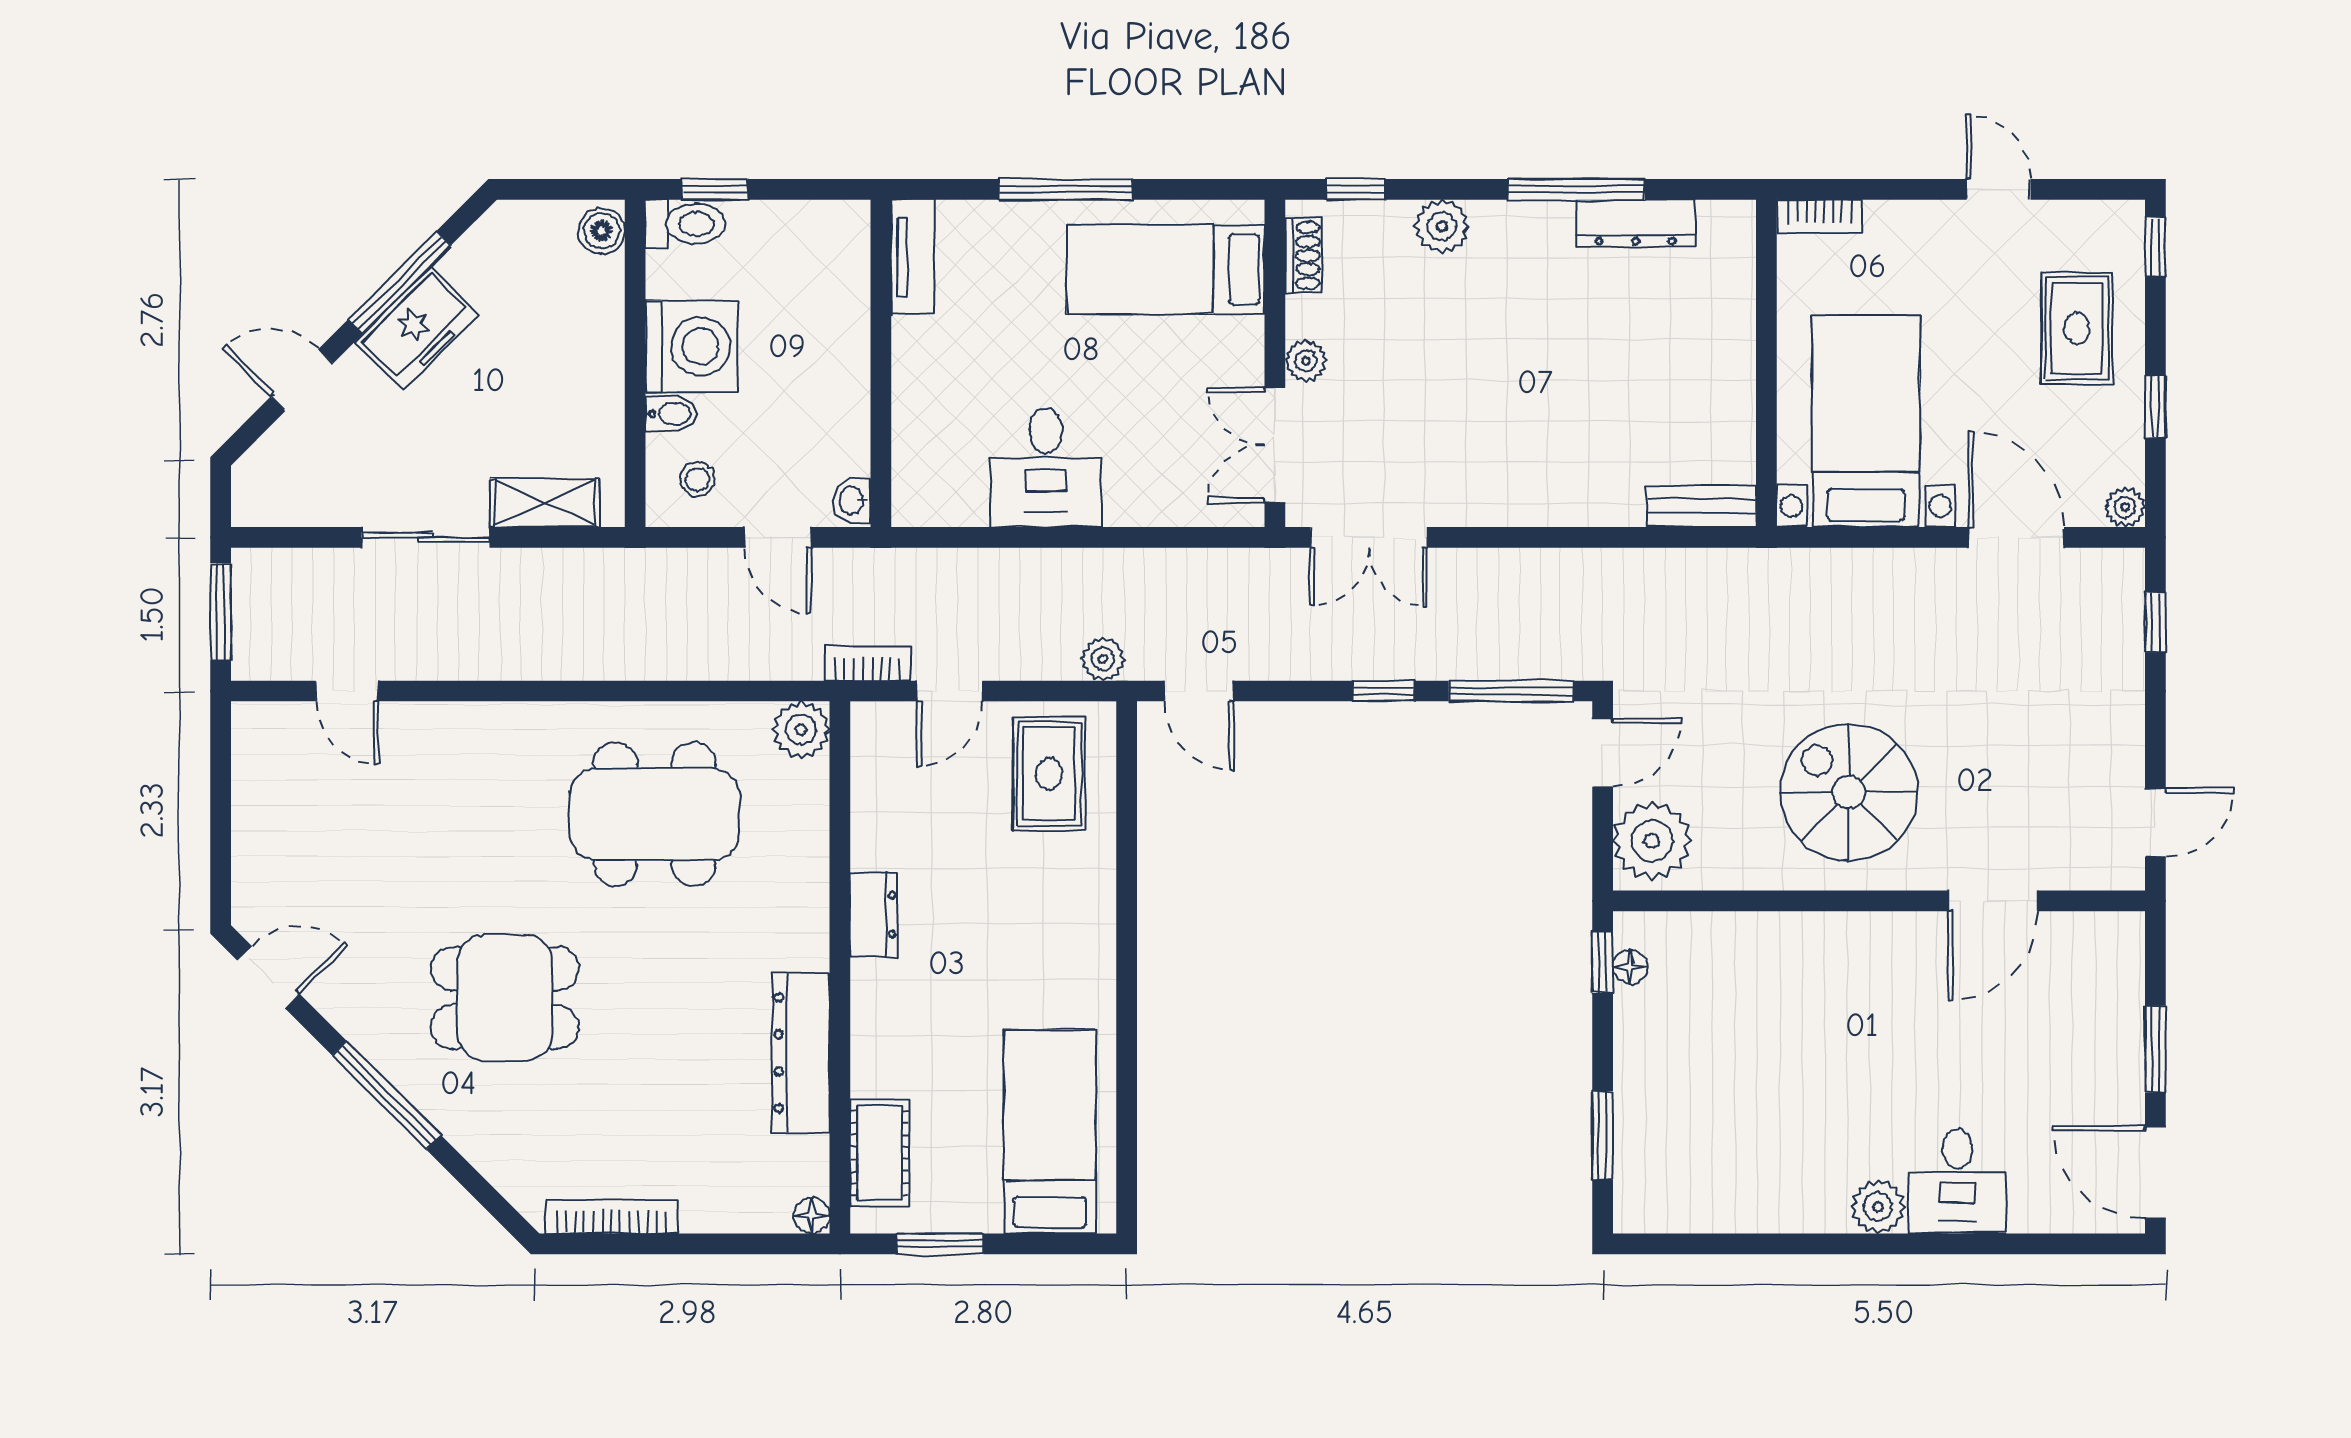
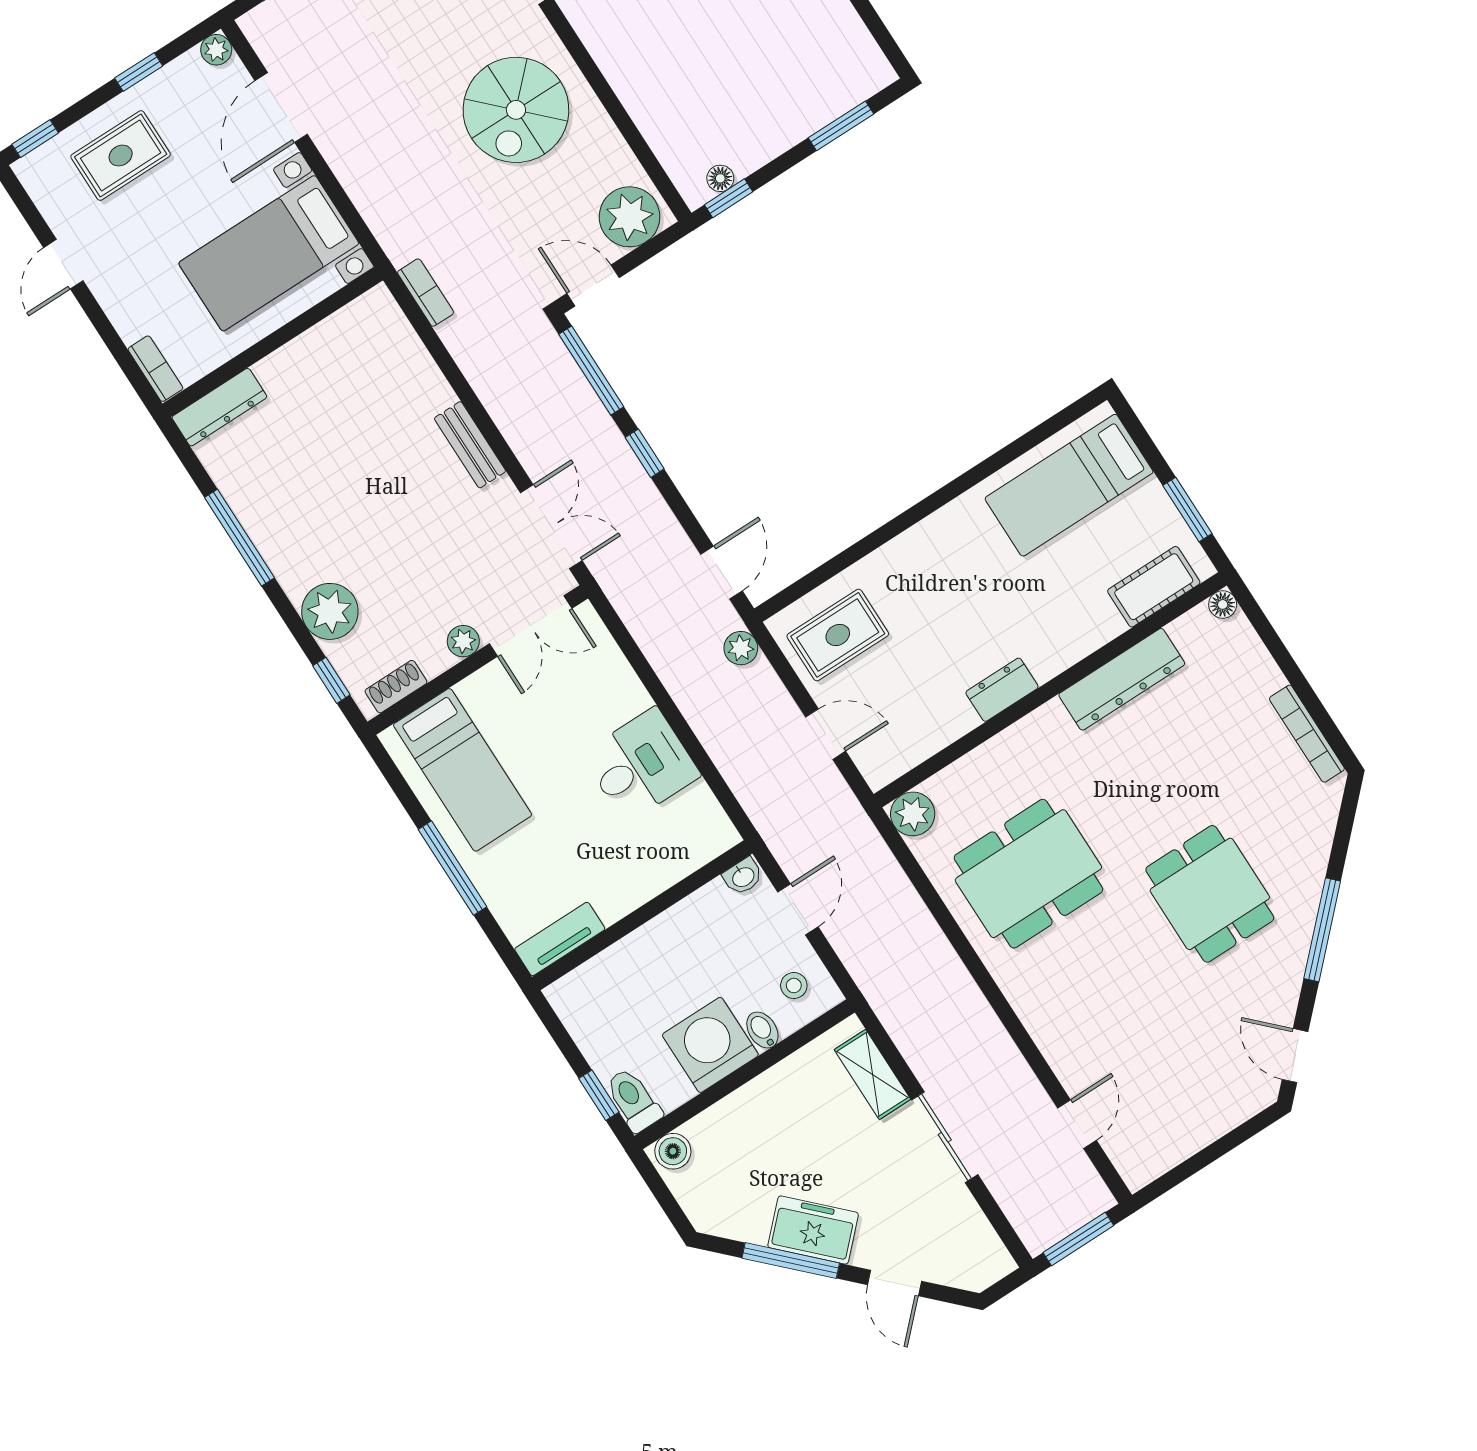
dresser: (1636, 223) -> (219, 407), moved, turned 90
plant: (1442, 226) -> (330, 611), width x1.36, depth x1.36
bench: (1701, 506) -> (470, 445), moved
bookcase: (868, 664) -> (426, 293), moved, turned 180
dining table: (654, 814) -> (1028, 874), turned 90

